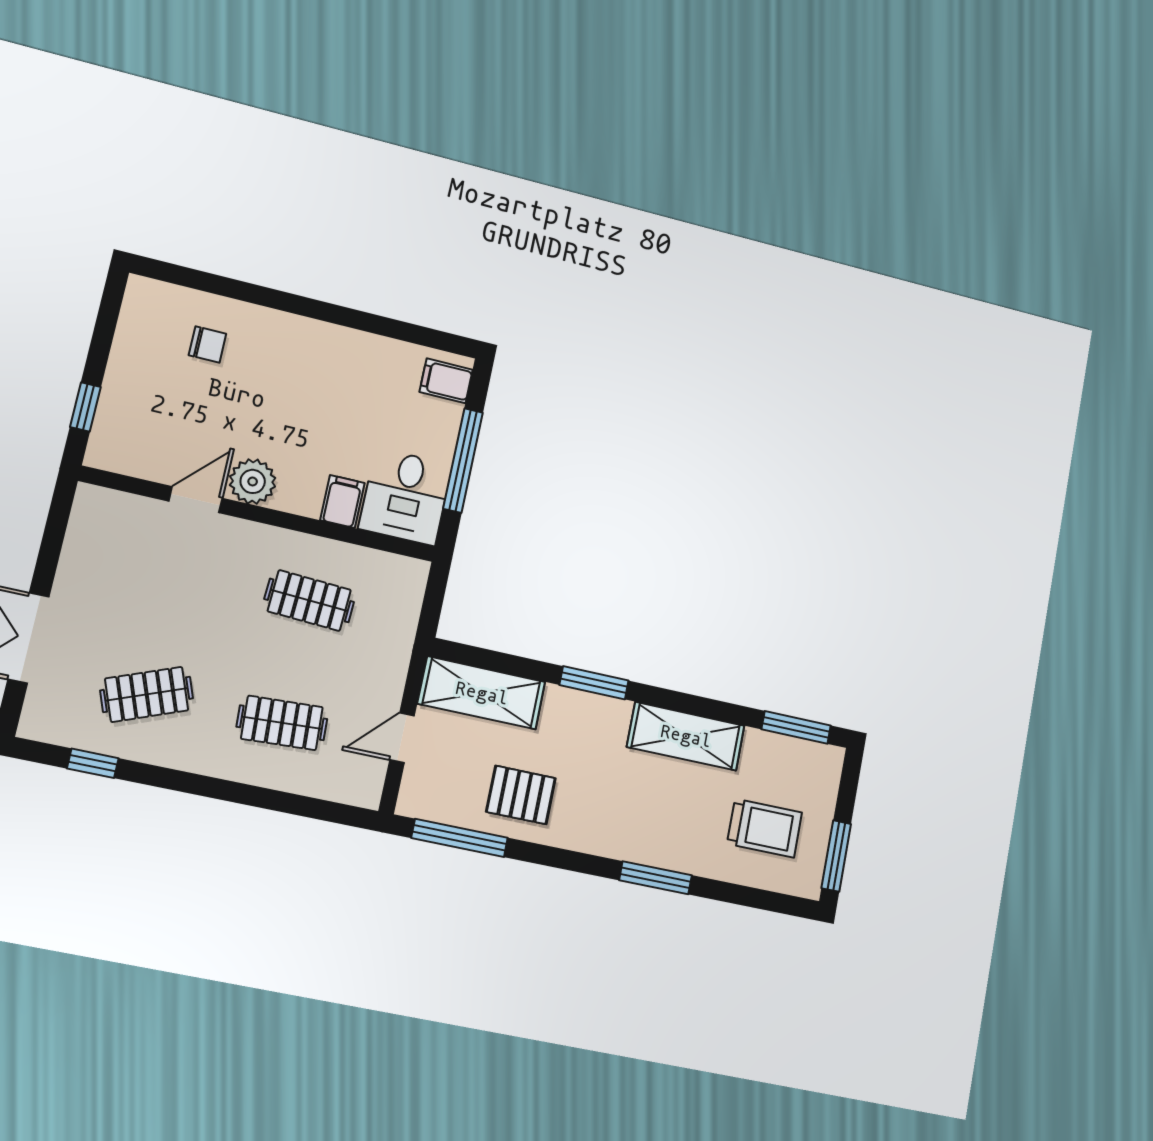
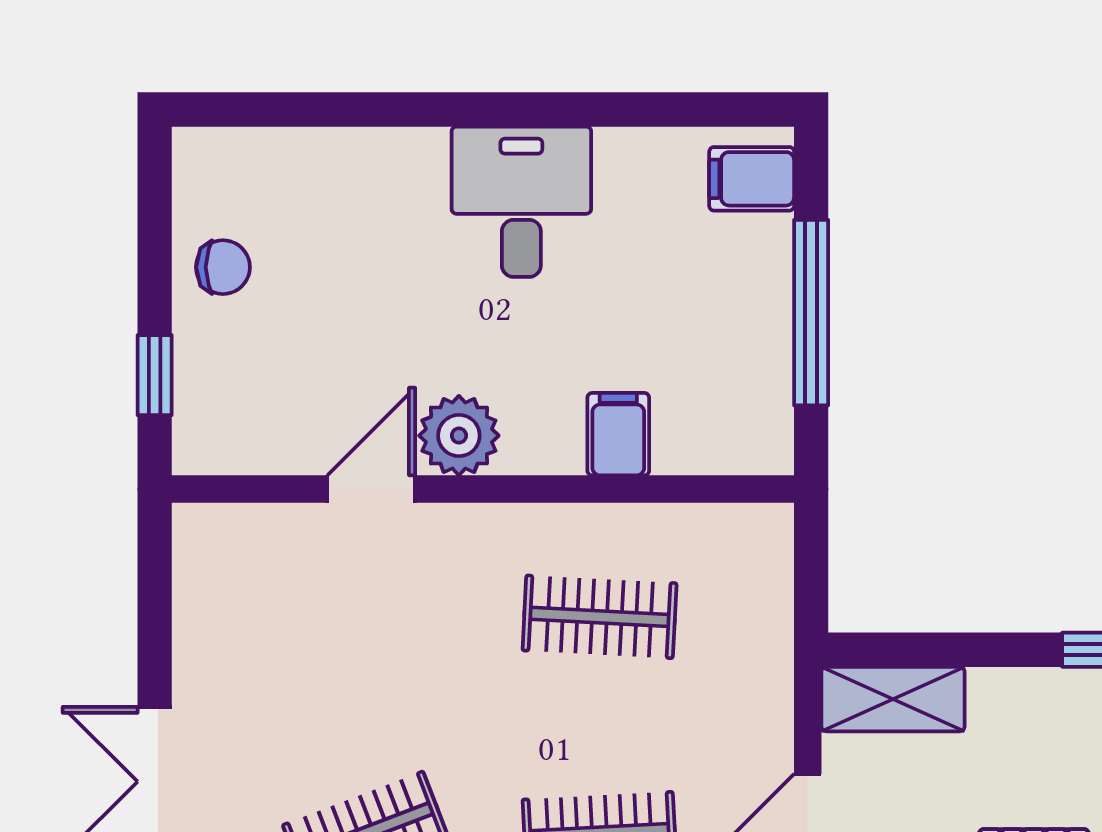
chair: (208, 344) -> (223, 267), moved
desk: (405, 497) -> (521, 202), moved, turned 180
shelving: (482, 693) -> (893, 699), width x0.67, depth x0.75

